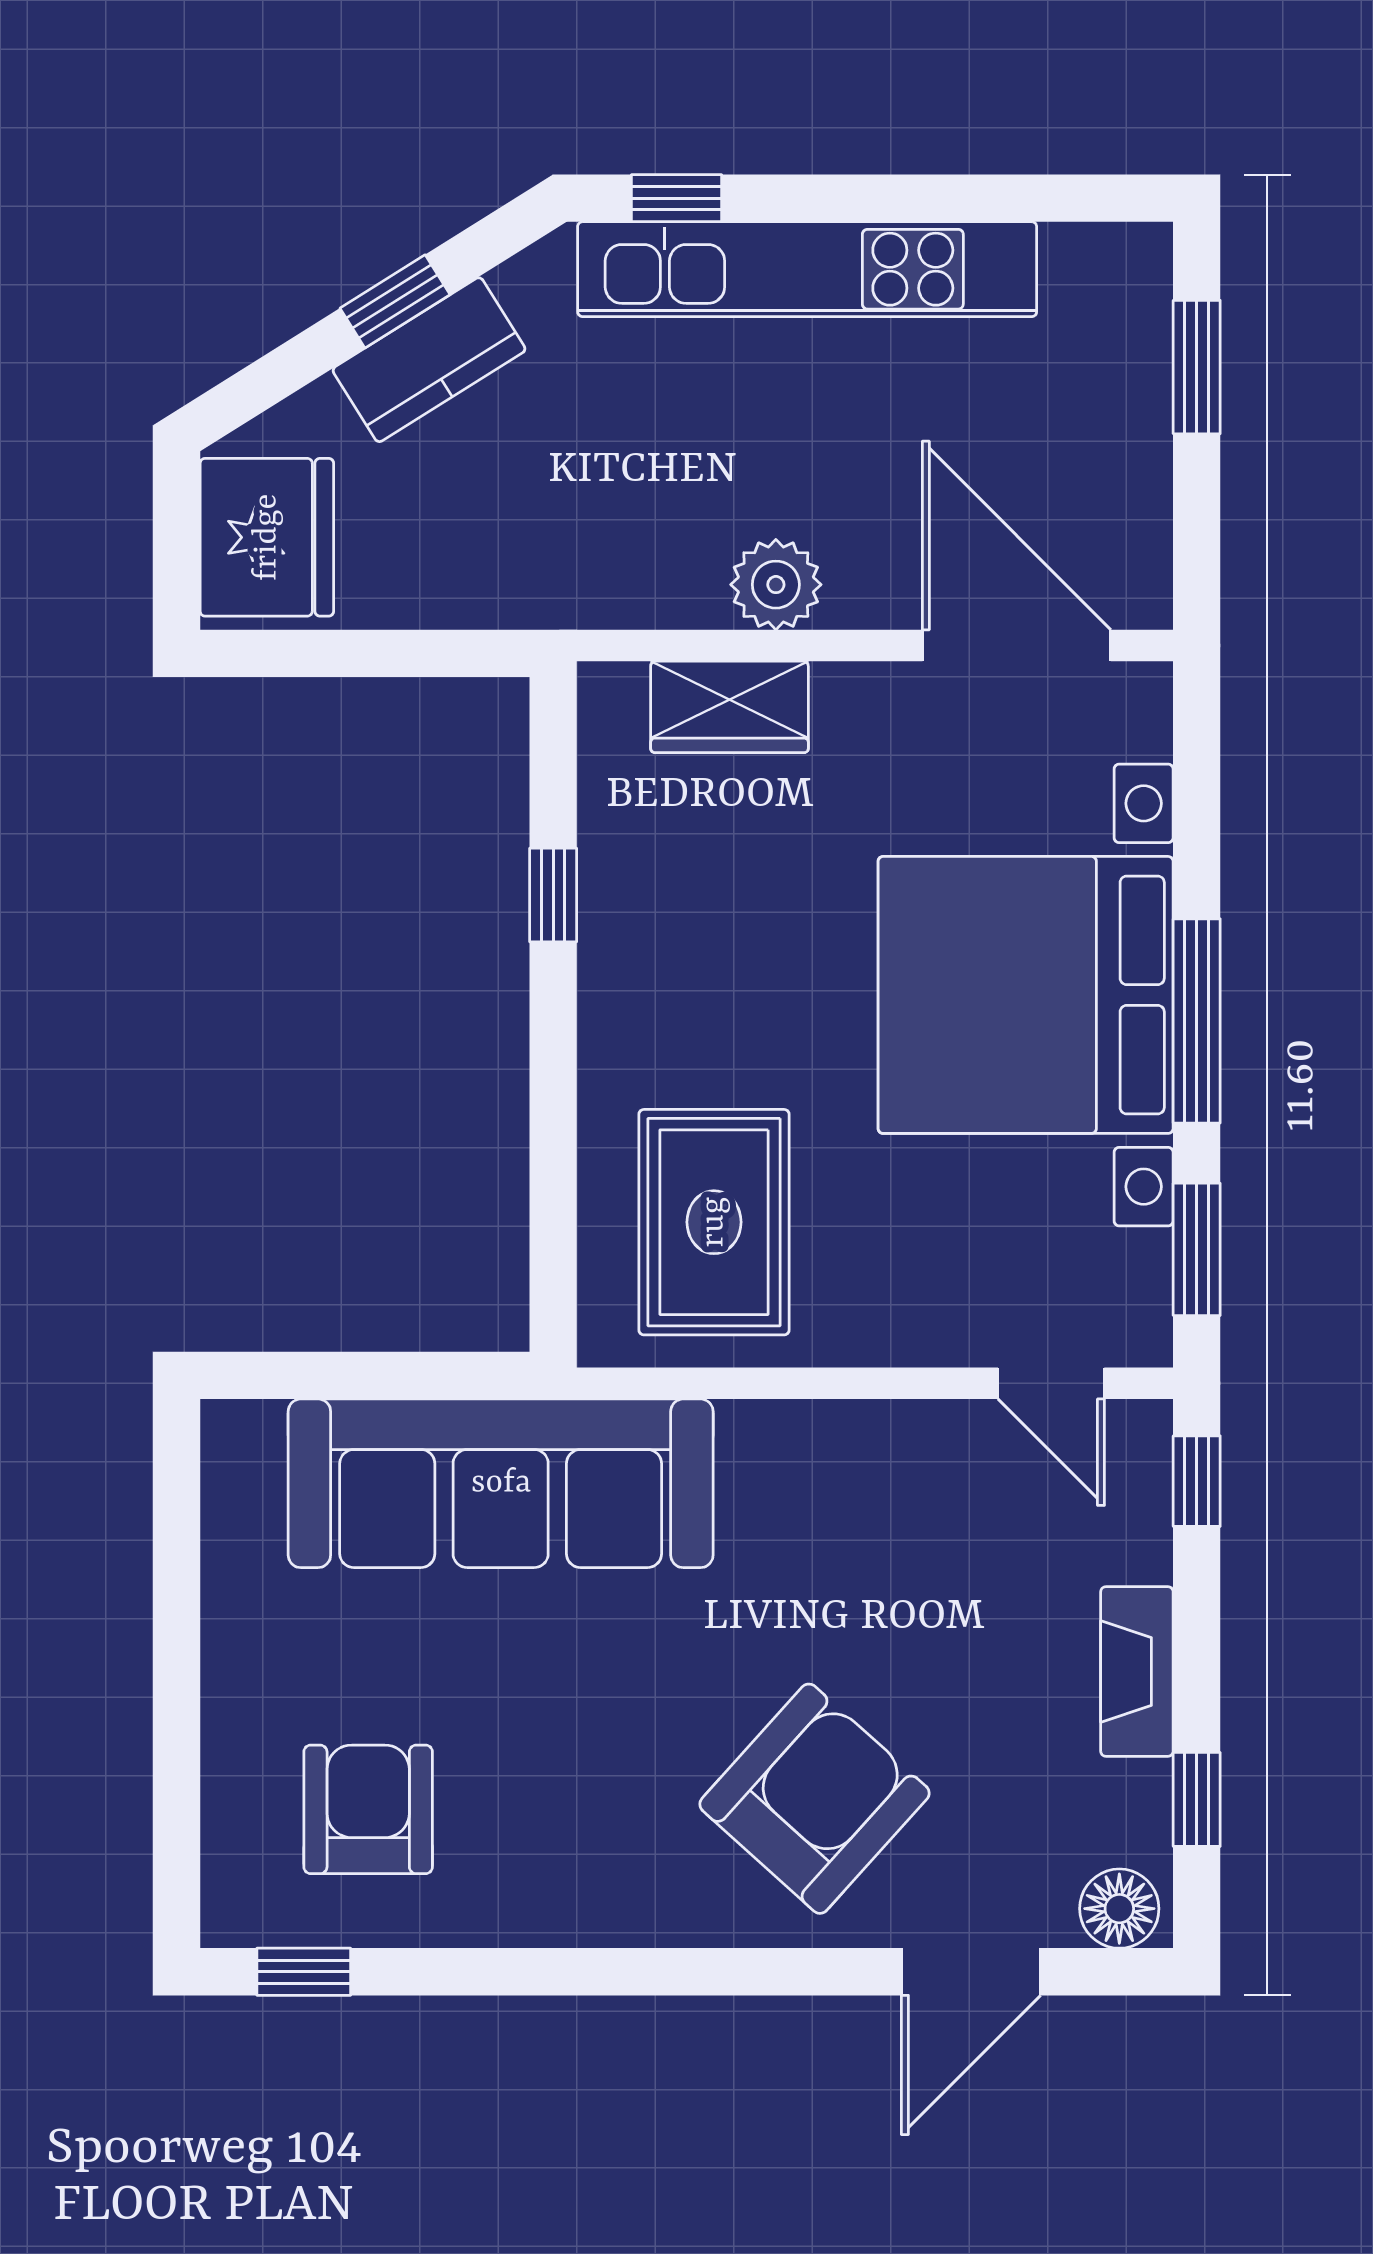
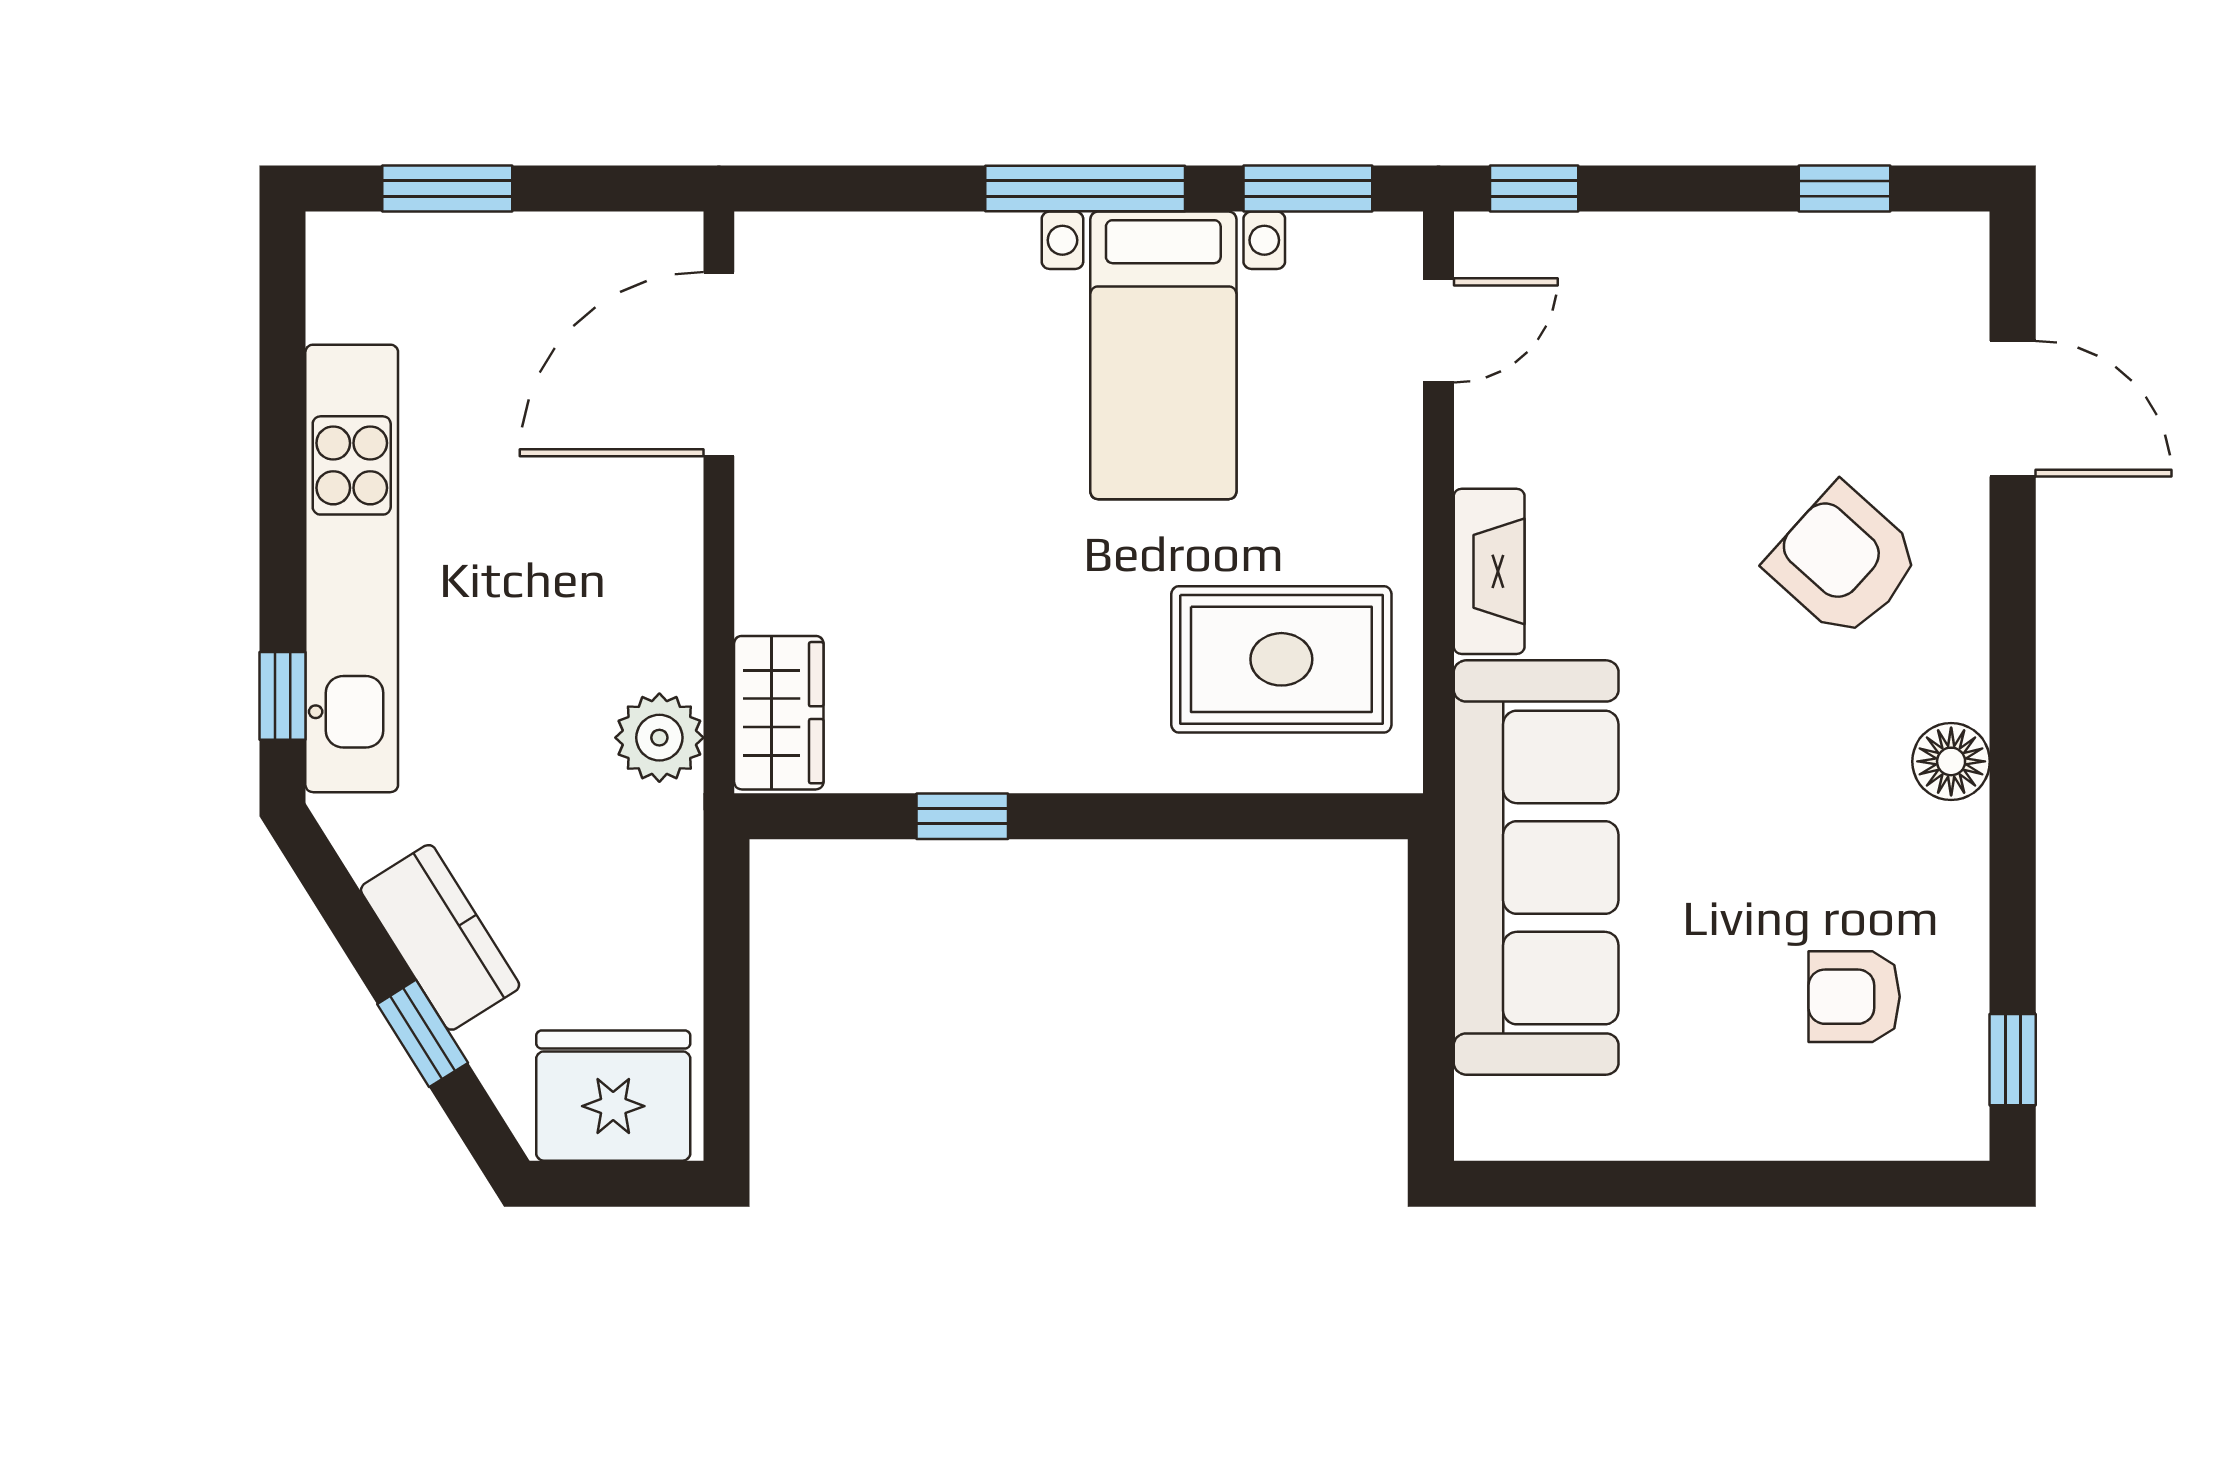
window: (395, 301) -> (423, 1033), moved
plant: (776, 585) -> (659, 738), moved
wardrobe: (729, 707) -> (779, 713), moved
bed with nightstands: (1026, 995) -> (1163, 355), width x0.54
fireplace: (1137, 1671) -> (1489, 571), moved, turned -90
armchair: (814, 1799) -> (1844, 561), width x0.73, depth x0.73
armchair: (368, 1809) -> (1854, 997), width x0.72, depth x0.72
floor lamp: (1119, 1909) -> (1951, 761), moved

